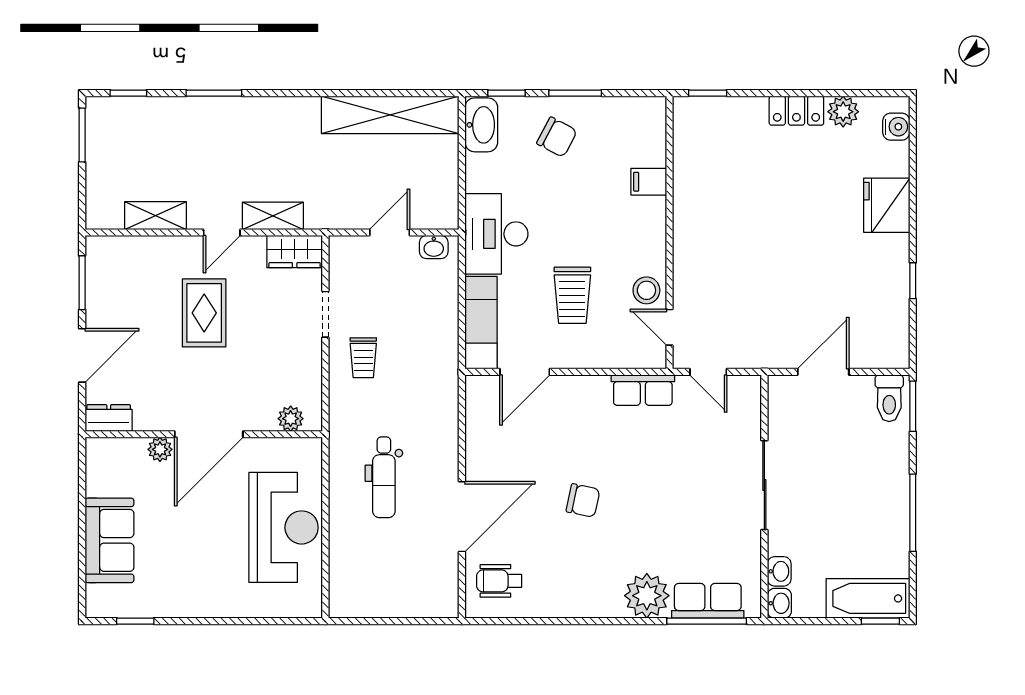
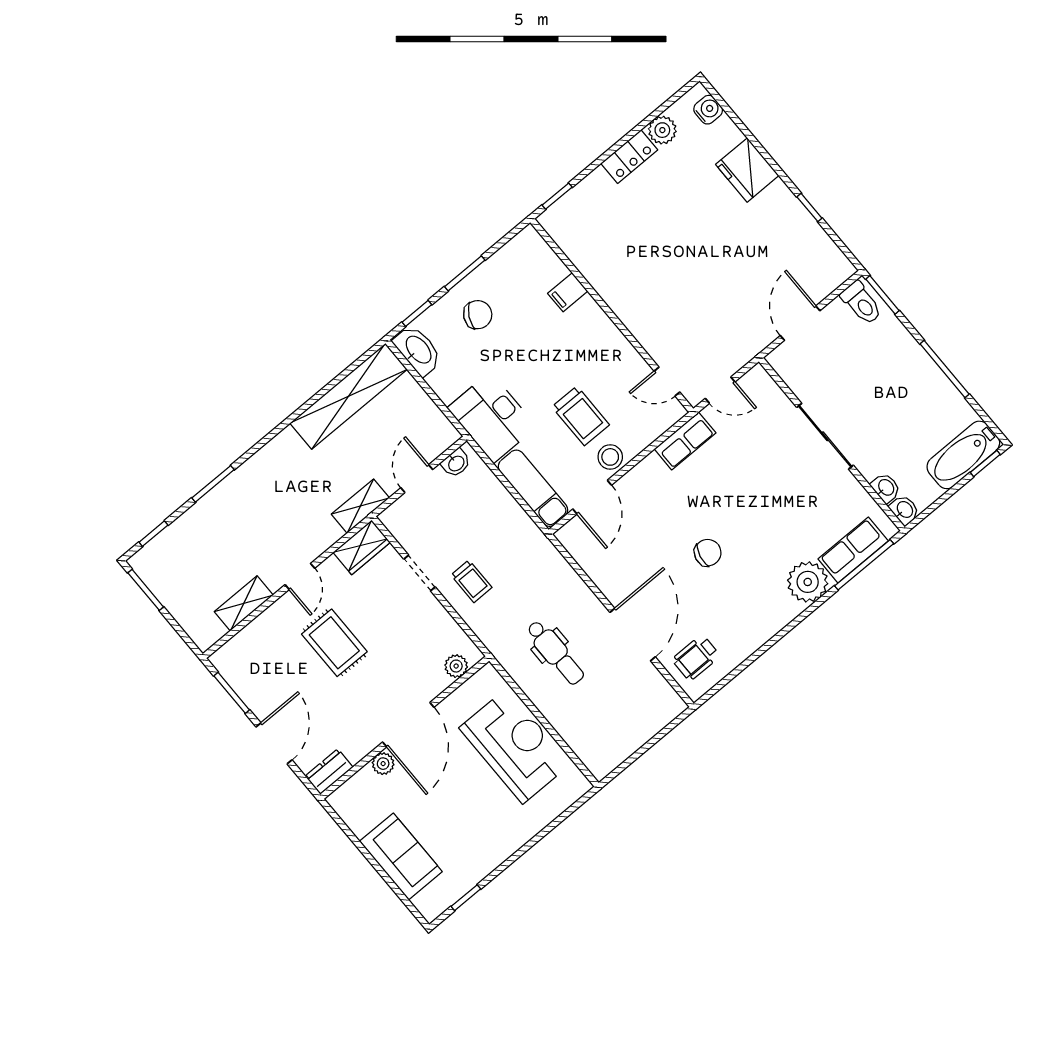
shelving: (273, 216) -> (360, 506), moved
stool: (646, 290) -> (610, 457), moved

